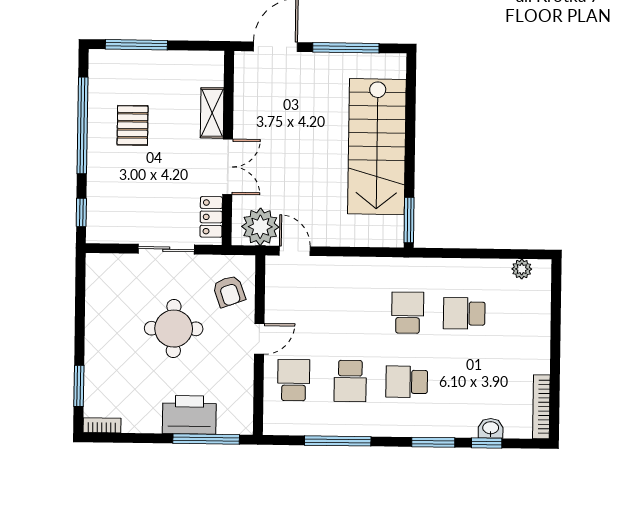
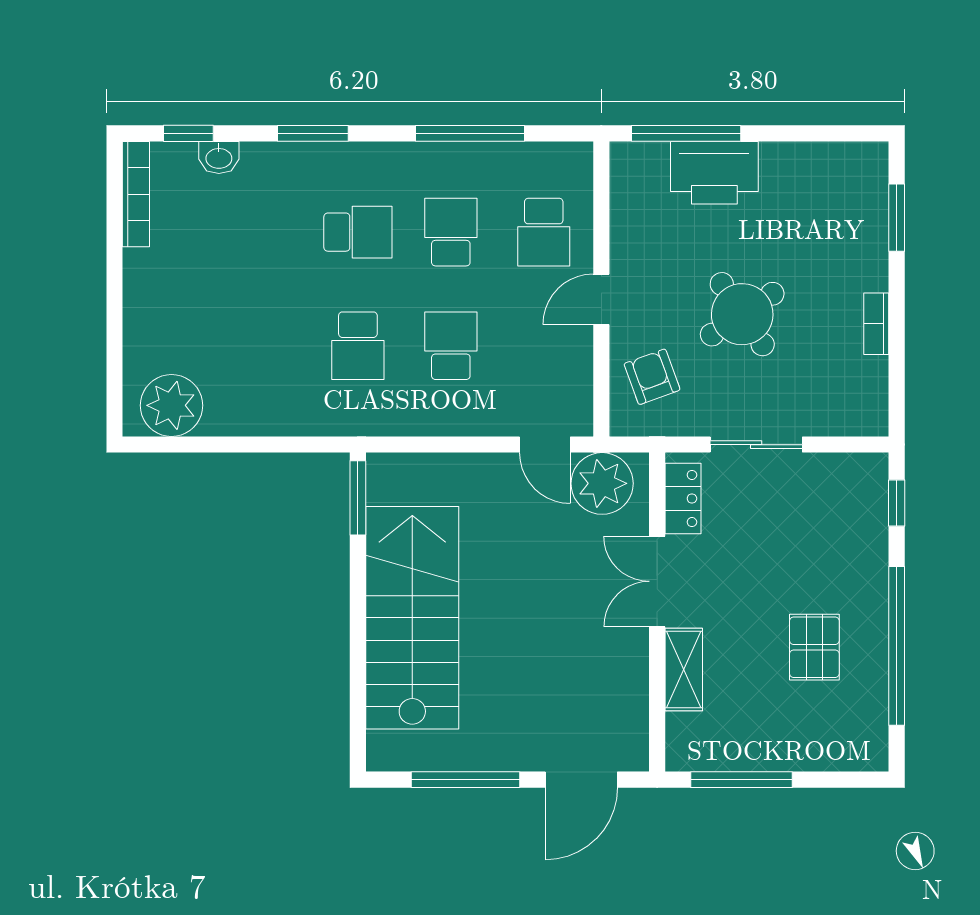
window: (136, 45) -> (742, 780), moved
plant: (522, 269) -> (171, 405), width x1.87, depth x1.87
school desk: (464, 313) -> (451, 346), moved, turned -90
round table: (174, 329) -> (742, 314), turned -34
bookcase: (102, 425) -> (876, 324), moved, turned 90
window: (487, 443) -> (188, 133), moved

